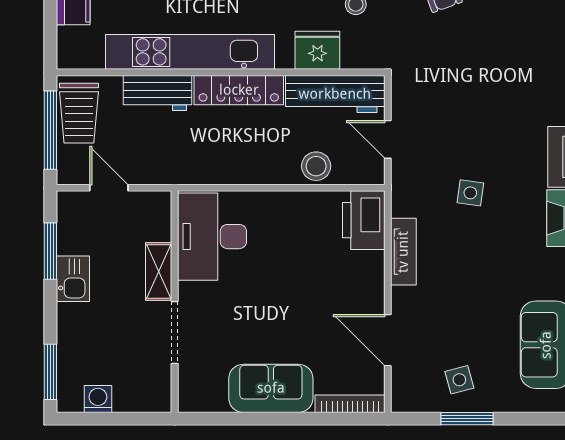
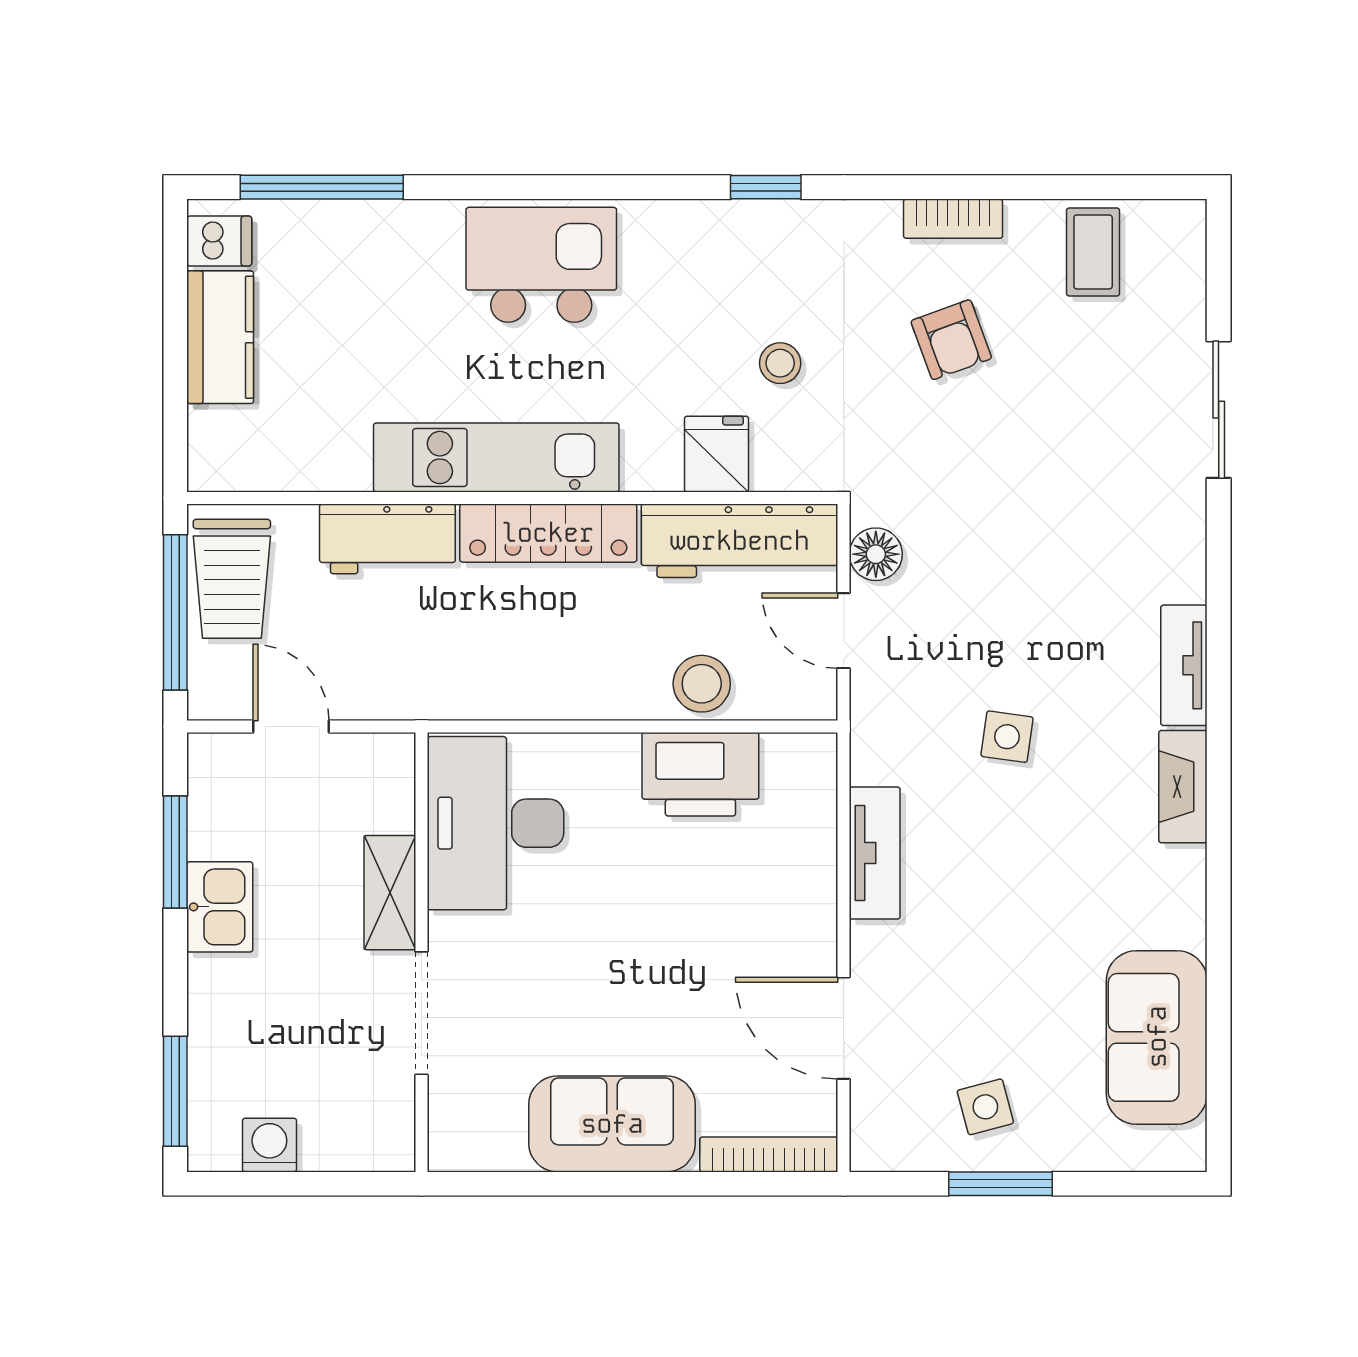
fridge: (317, 50) -> (716, 454), width x0.72
kitchen unit: (190, 52) -> (496, 457), width x0.73
floor lamp: (404, 101) -> (876, 554), added
printer: (364, 220) -> (700, 774), moved, turned -90

